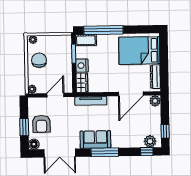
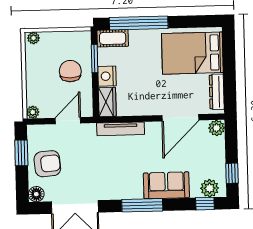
chair: (39, 60) -> (70, 71), moved
armchair: (41, 124) -> (47, 164), turned -95
window: (24, 127) -> (21, 153), moved
sofa: (95, 139) -> (166, 185), moved

